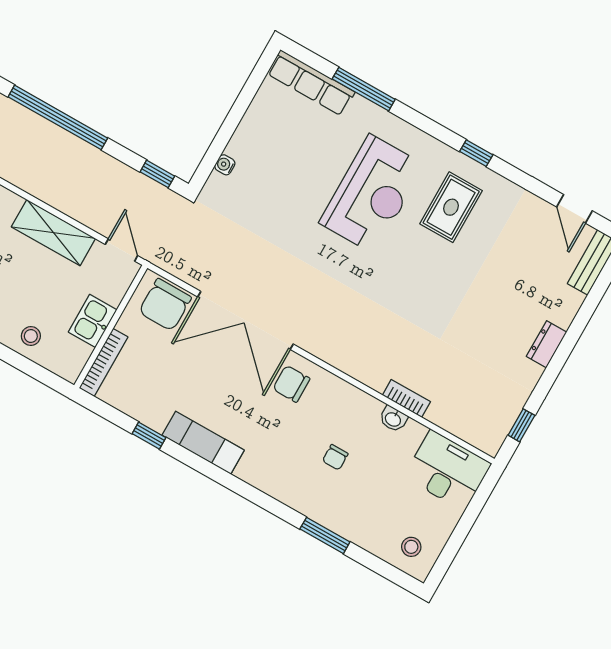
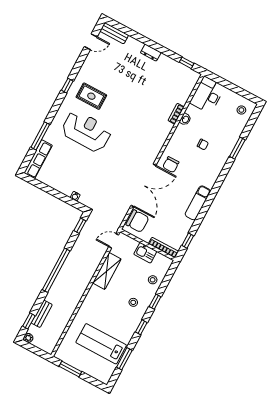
window: (149, 436) -> (188, 241), moved

